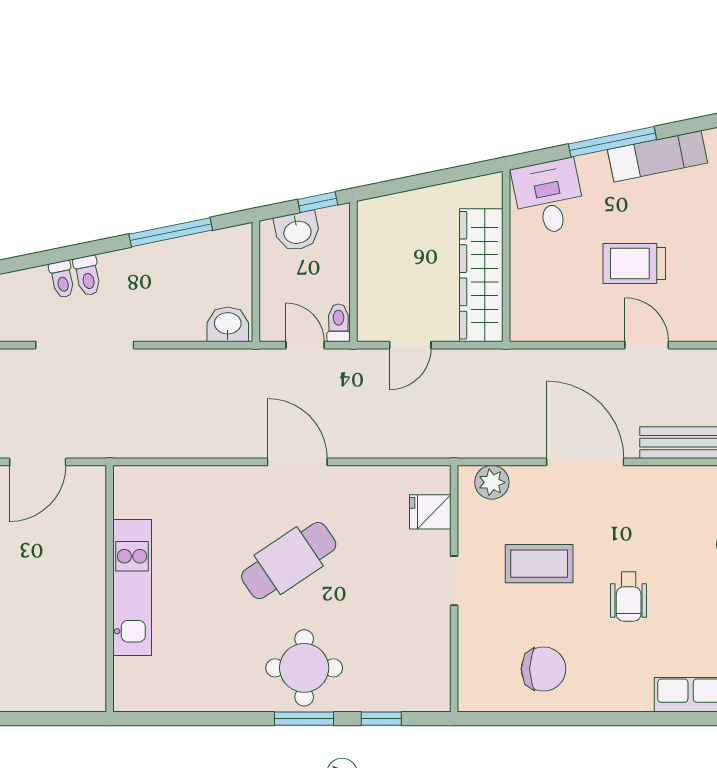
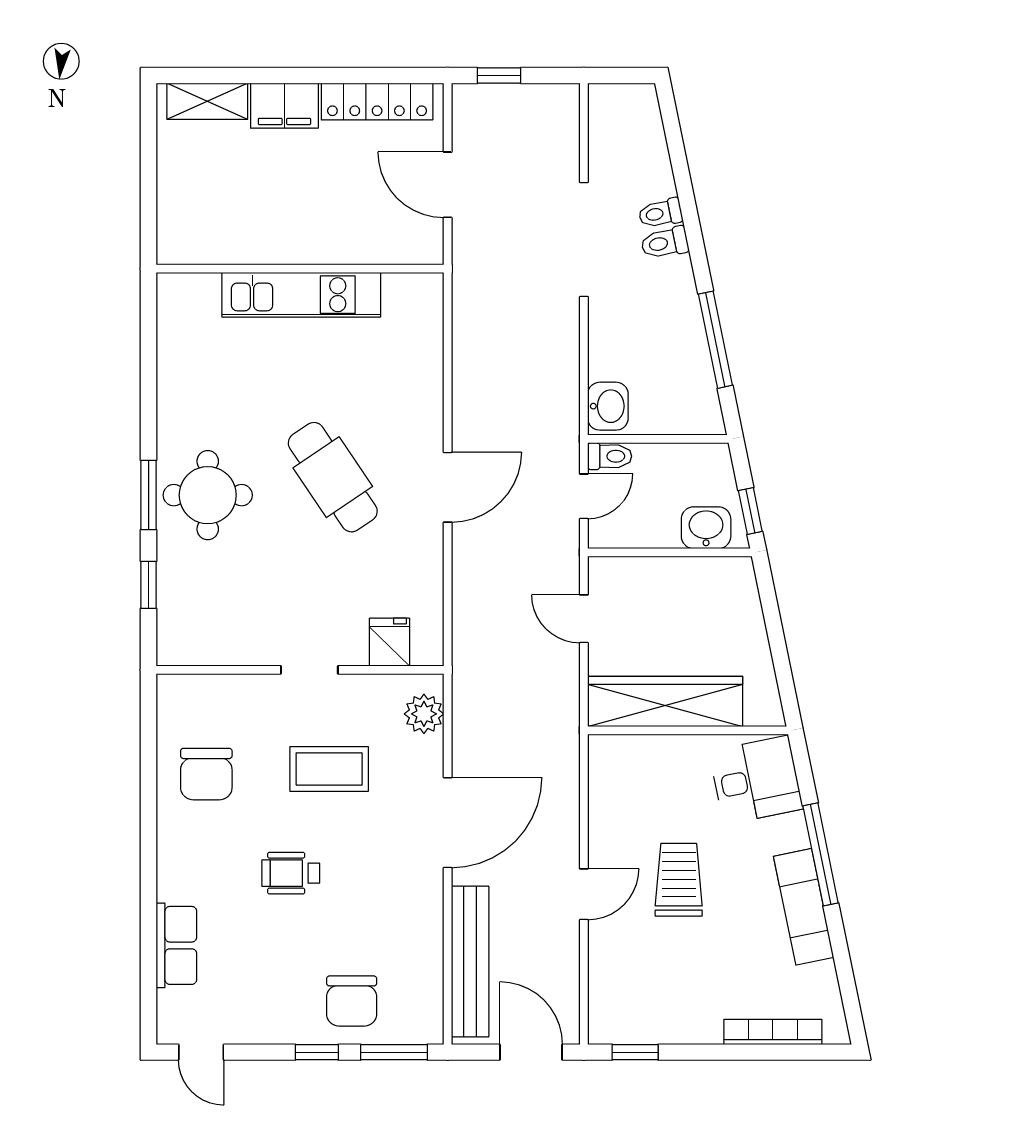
washbasin: (297, 231) -> (706, 528), moved, turned 102
toilet: (338, 323) -> (610, 456), moved
coffee table: (539, 564) -> (329, 769), turned 90

